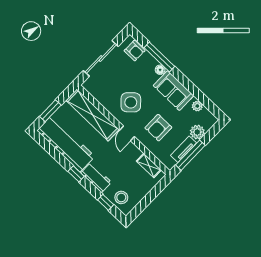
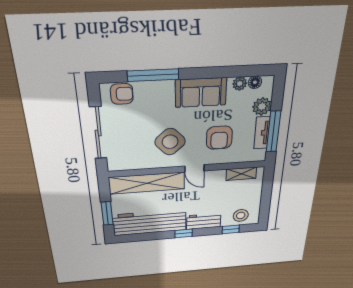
floor lamp: (160, 70) -> (255, 82), moved

